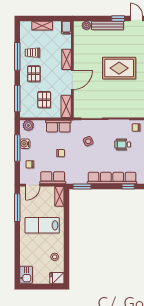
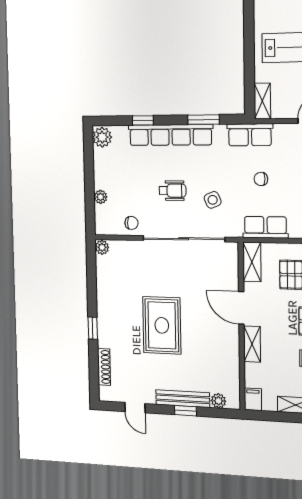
window: (118, 18) -> (186, 411), moved
rug: (119, 68) -> (162, 325), turned 90
door: (72, 80) -> (241, 308), hinge flipped
wheelchair: (123, 144) -> (172, 191), moved
row of seats: (53, 178) -> (250, 135), moved
window: (82, 187) -> (204, 120), moved

